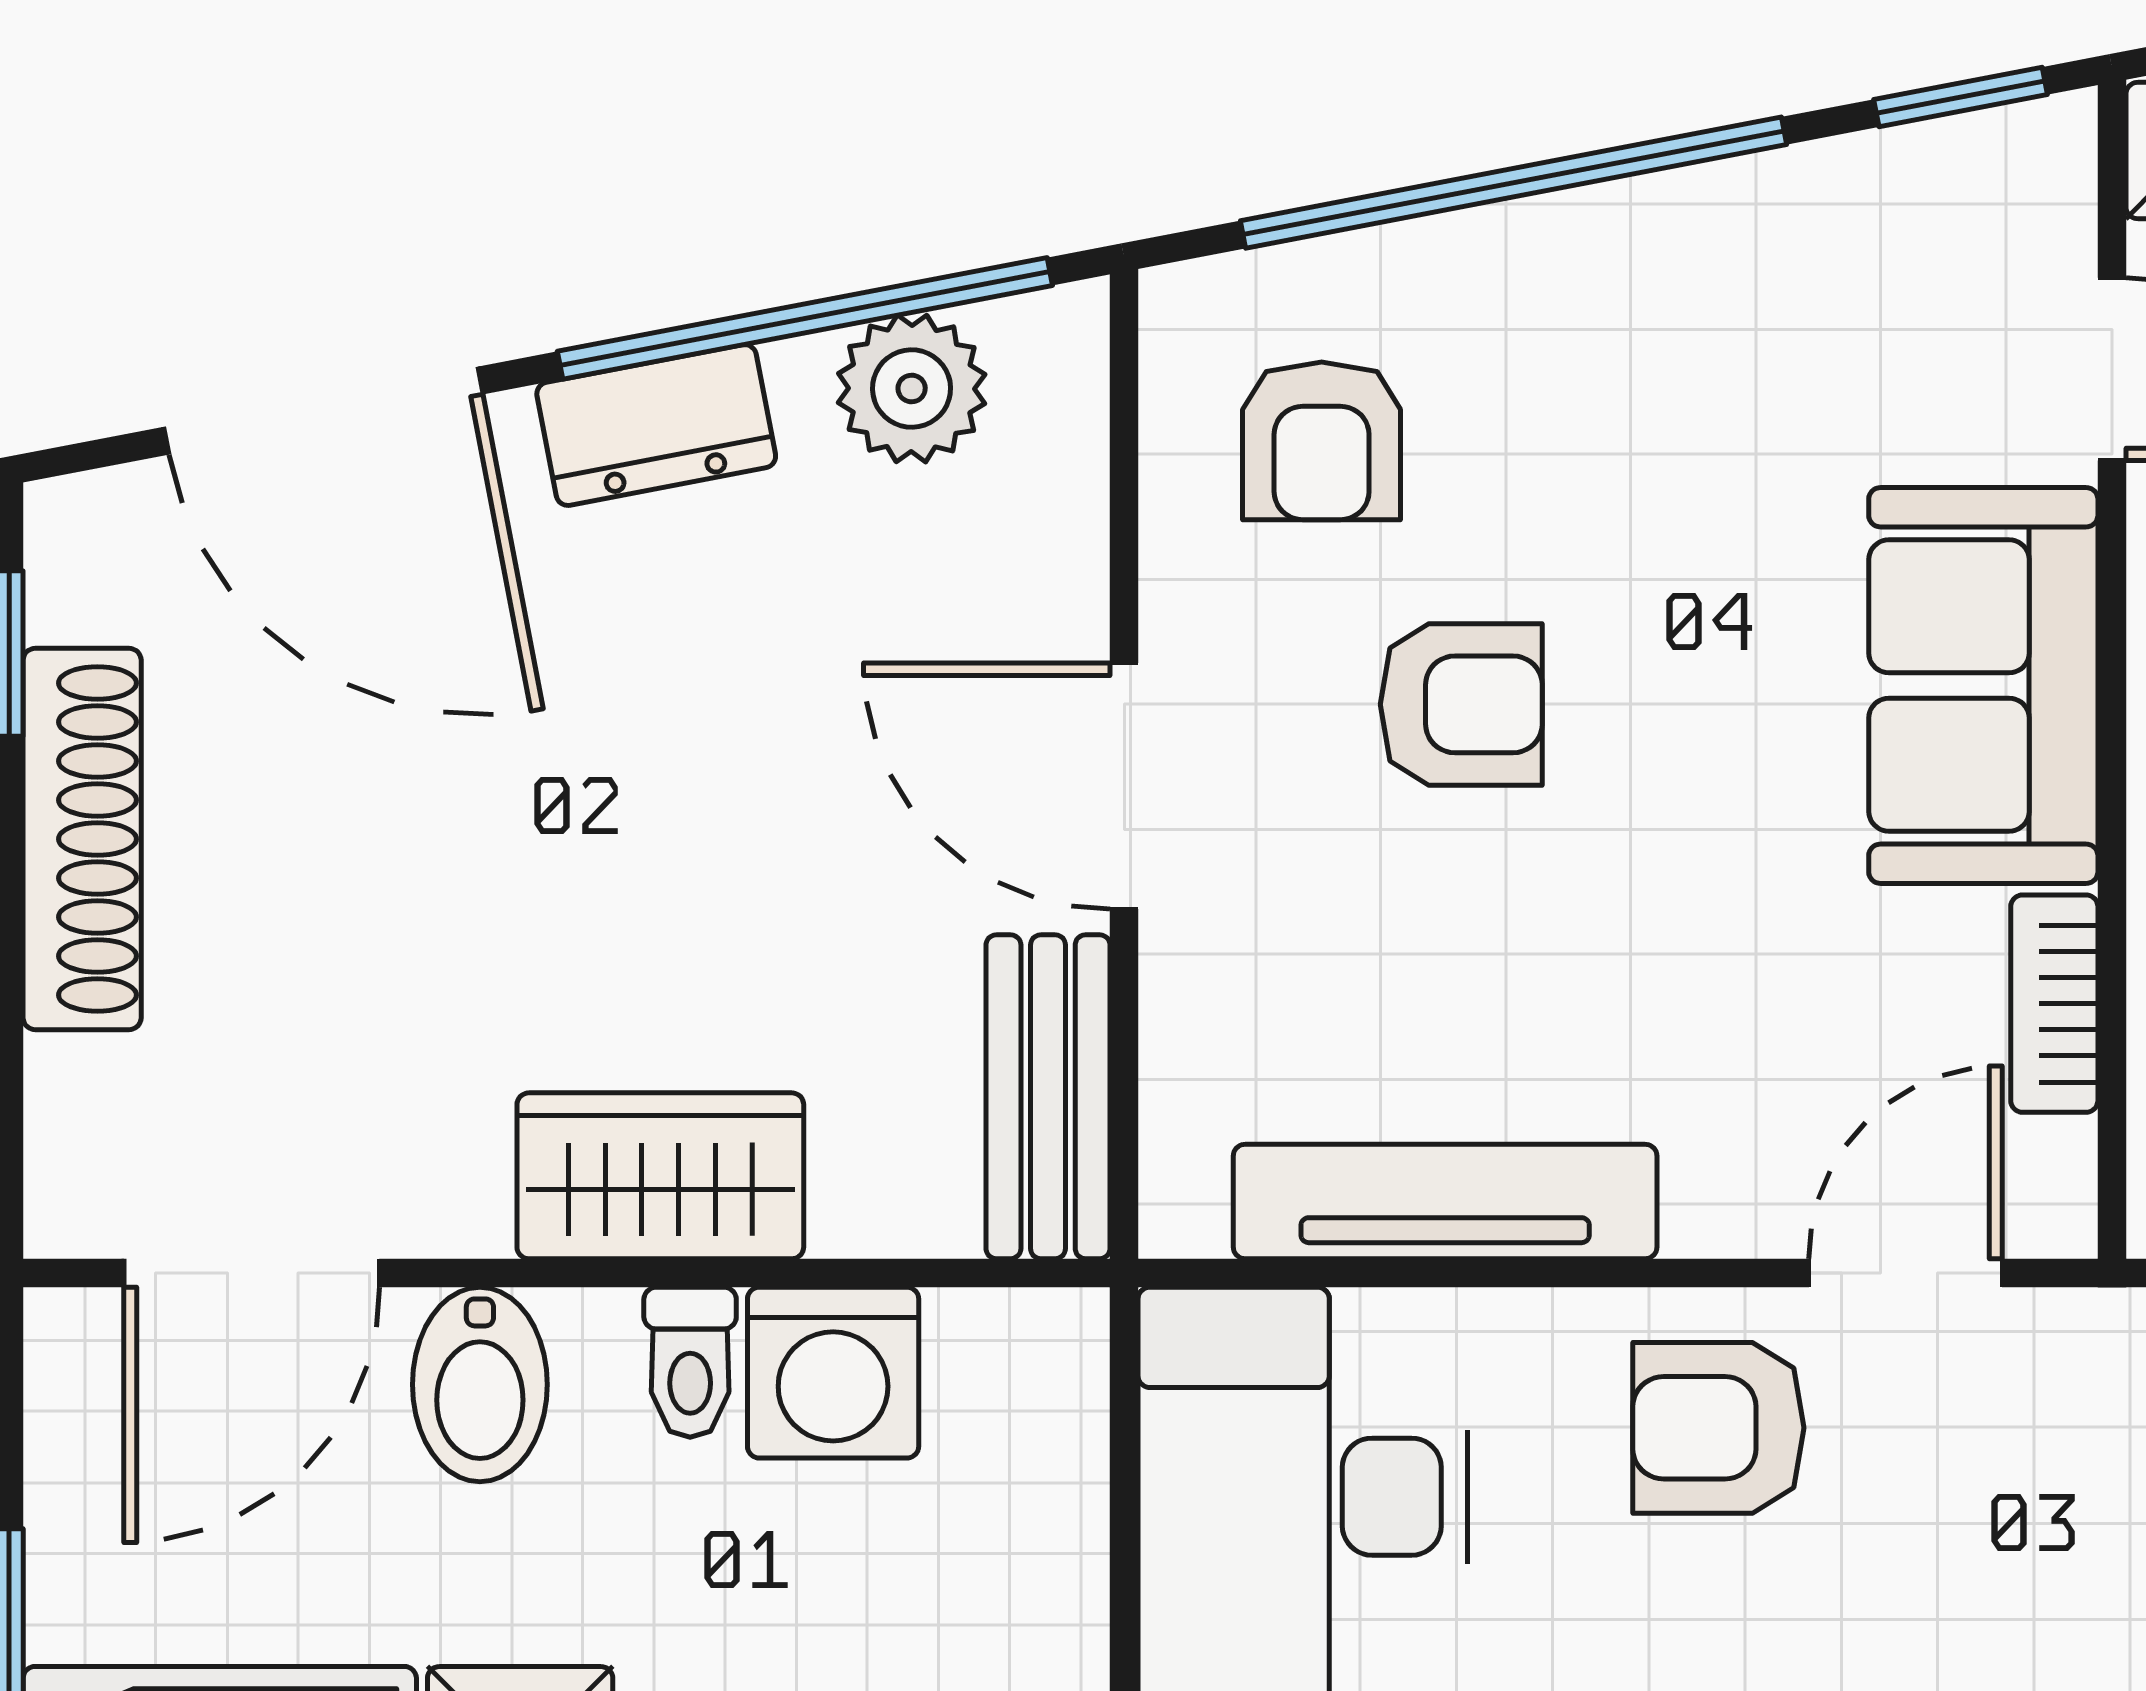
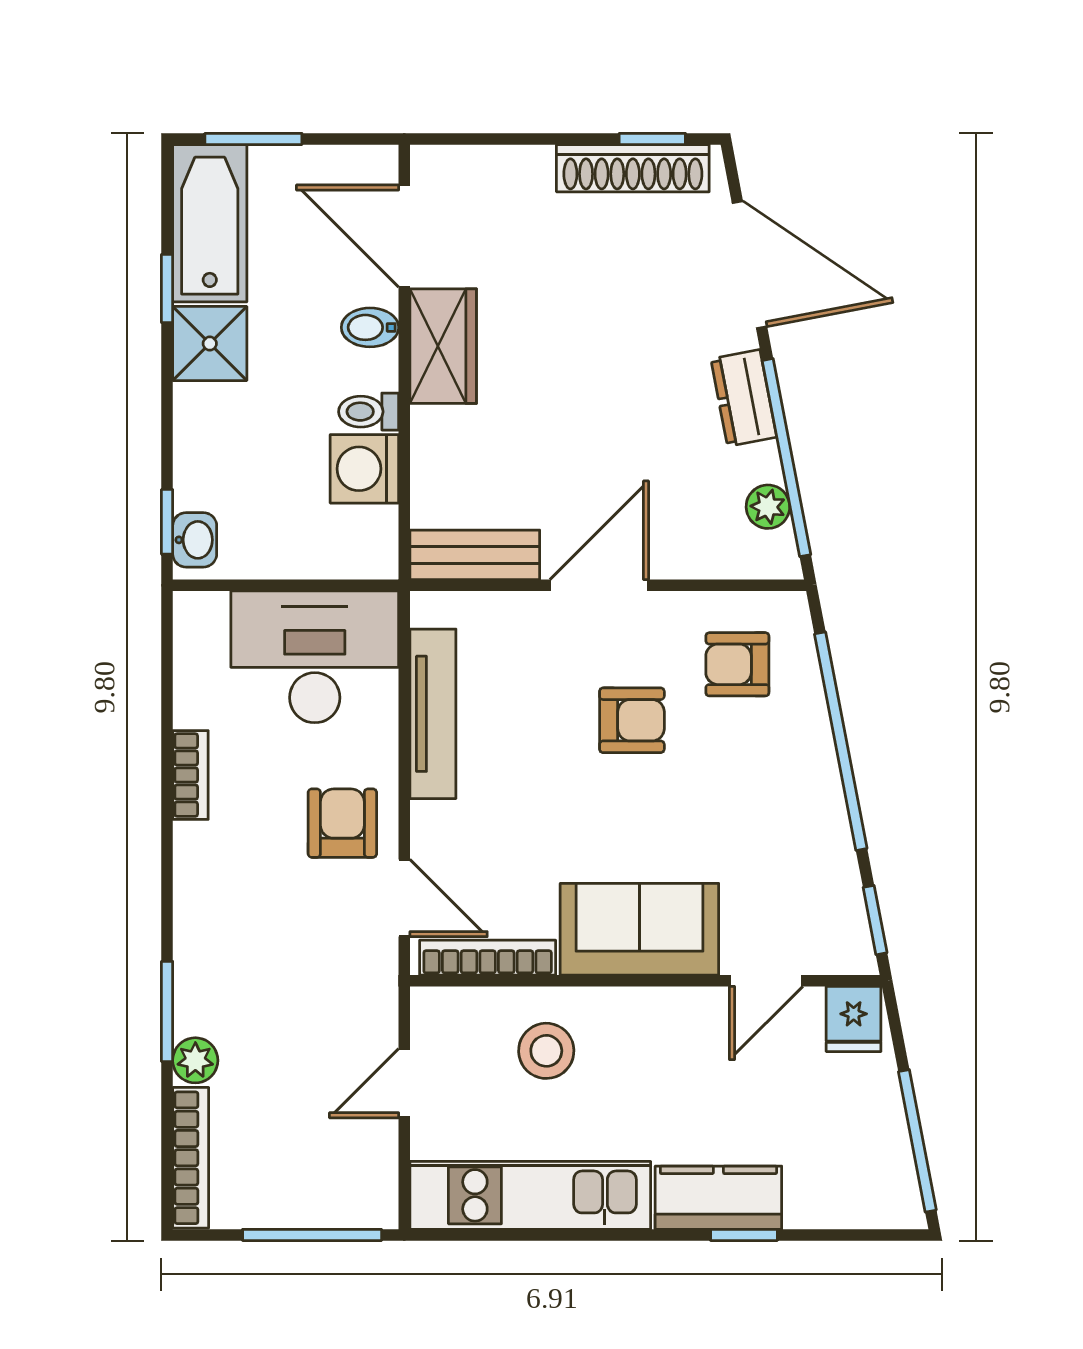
plant: (912, 388) -> (768, 507), width x0.73, depth x0.73
door: (323, 411) -> (750, 265), swing flipped
armchair: (1461, 704) -> (632, 720), turned -90
shoe rack: (82, 839) -> (633, 168), moved
bookcase: (2054, 1004) -> (488, 958), width x1.56
wardrobe: (660, 1176) -> (443, 346), moved
bidet: (480, 1384) -> (370, 327), width x0.72, depth x0.74

